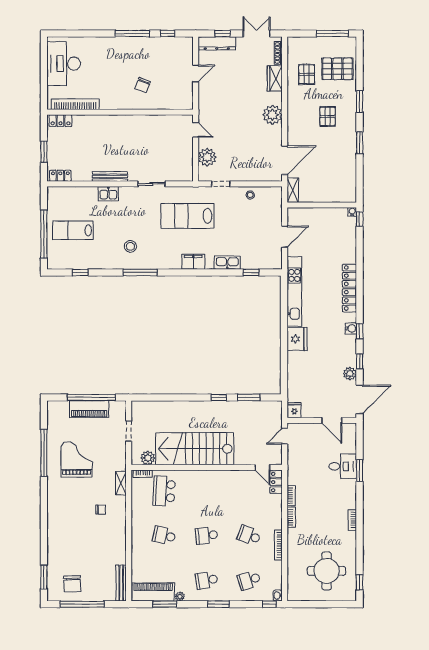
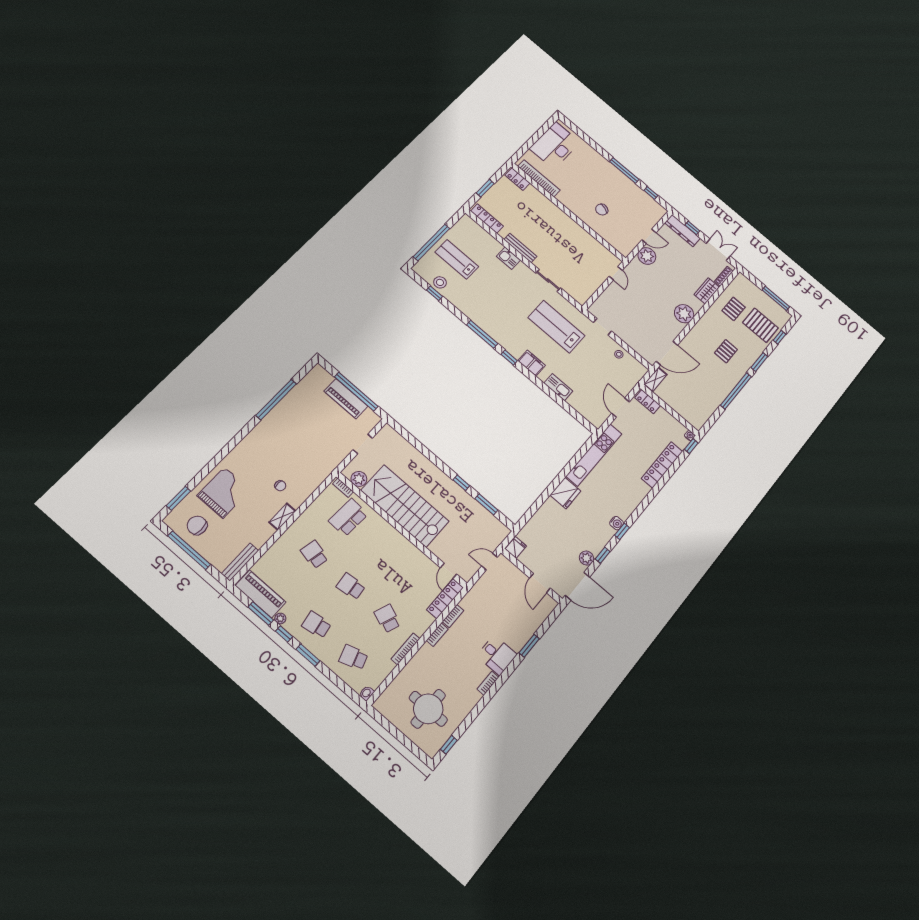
window: (360, 65) -> (779, 337), added
window: (360, 143) -> (736, 391), width x2.11
plant: (207, 157) -> (647, 256), moved
locker: (60, 176) -> (487, 219), width x1.53
locker: (301, 213) -> (648, 402), added
door: (285, 237) -> (621, 408), swing flipped
stool: (130, 246) -> (440, 282), moved
window: (251, 272) -> (509, 357), moved
locker: (349, 288) -> (662, 465), moved
grand piano: (77, 459) -> (224, 493), moved
desk: (343, 466) -> (497, 655), moved
locker: (276, 482) -> (445, 599), width x1.53
shelving: (121, 483) -> (282, 517), moved
chair: (72, 584) -> (197, 525), turned 92
window: (269, 604) -> (284, 634), moved

